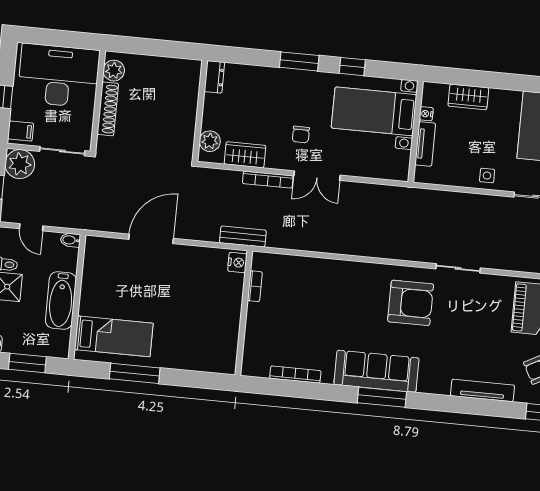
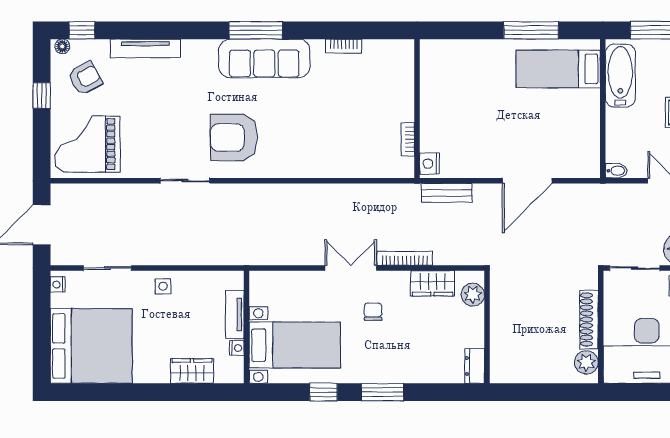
bench: (243, 237) -> (447, 193), moved
bathtub: (61, 300) -> (620, 76), moved
bookcase: (295, 374) -> (344, 46), width x0.64

